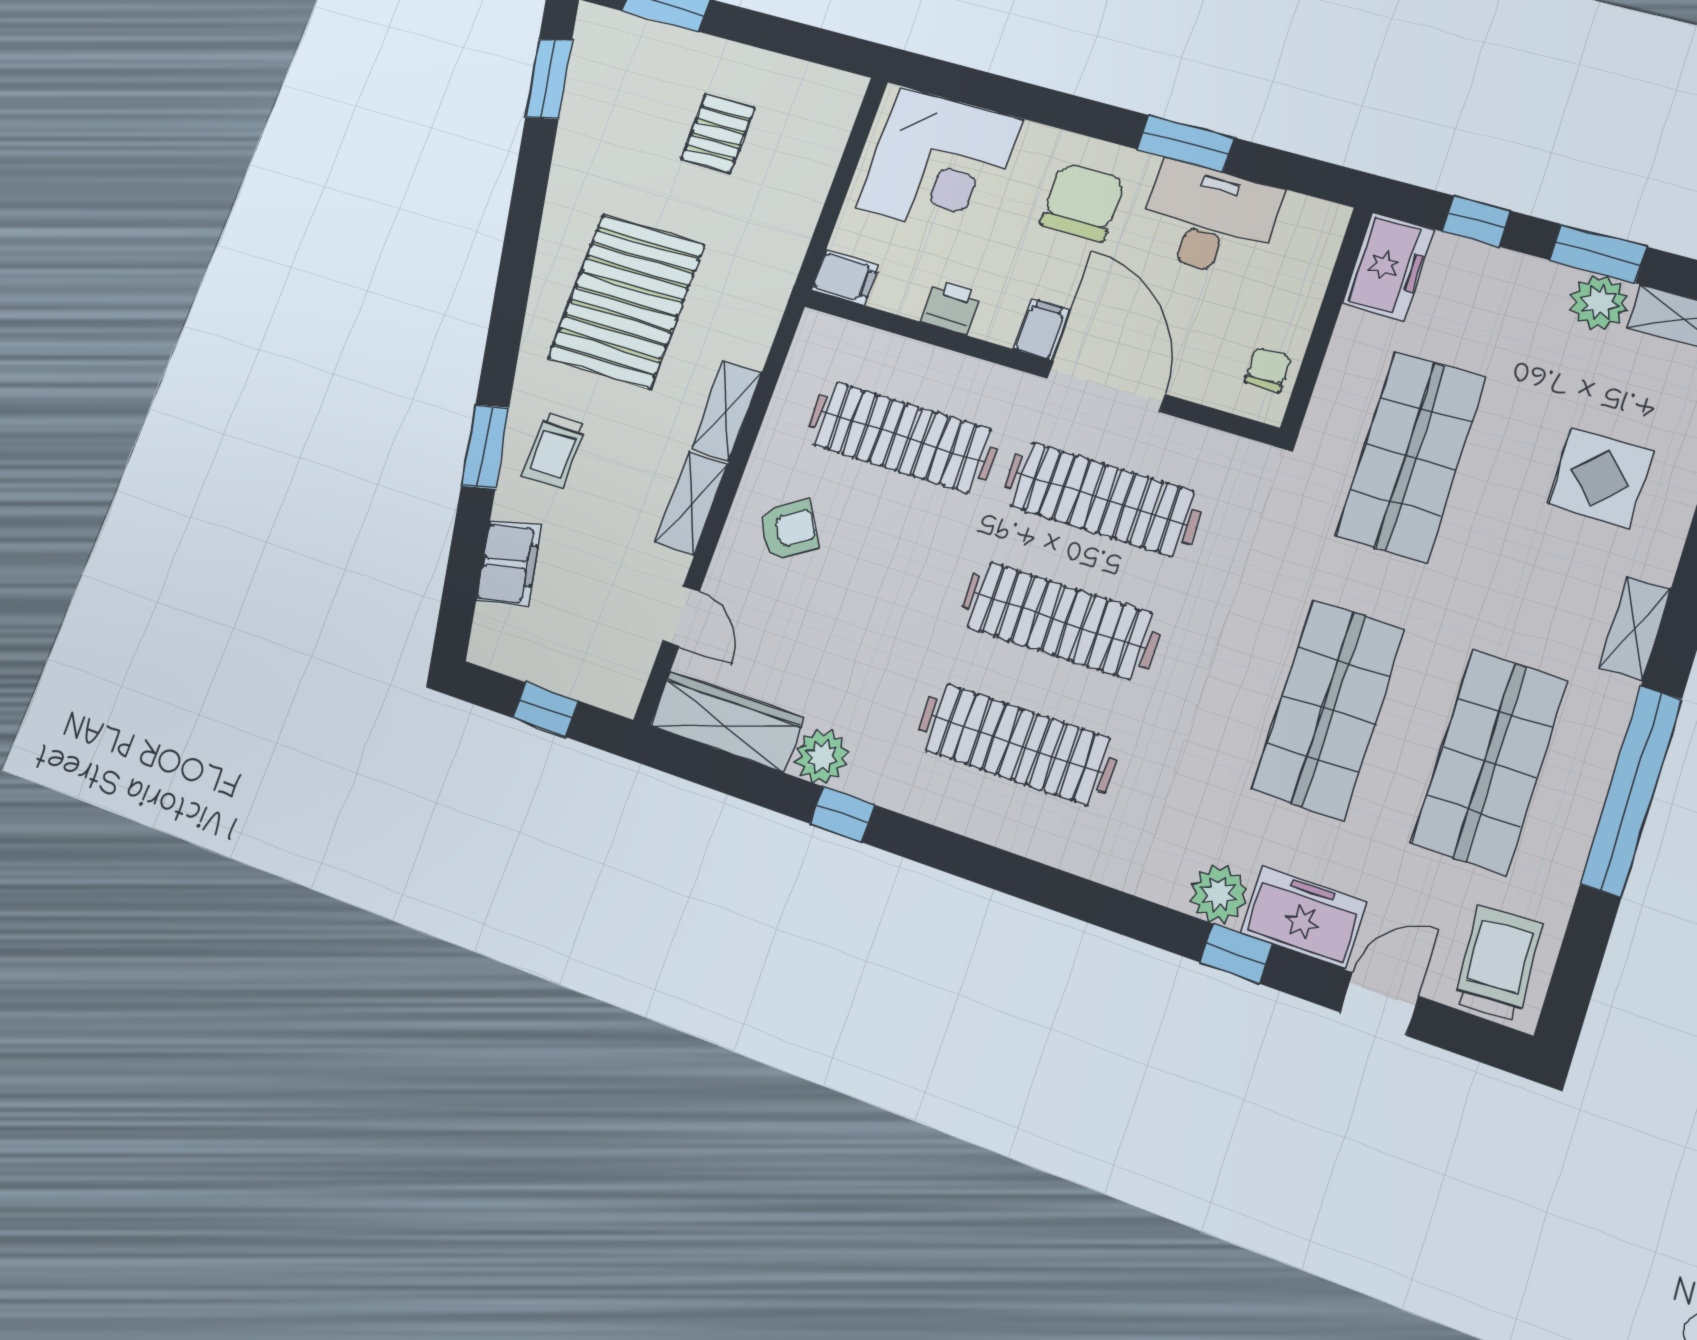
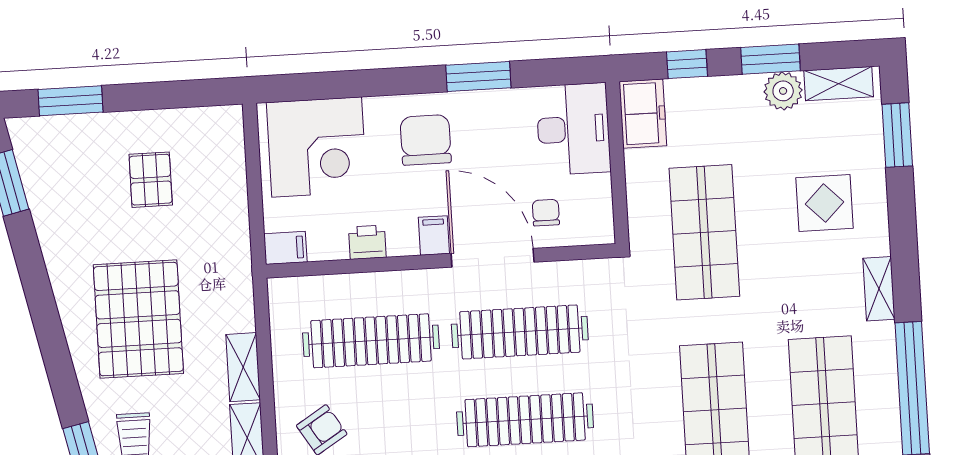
desk: (1209, 220) -> (573, 129), moved, turned 90
chair: (1268, 370) -> (546, 213), moved

